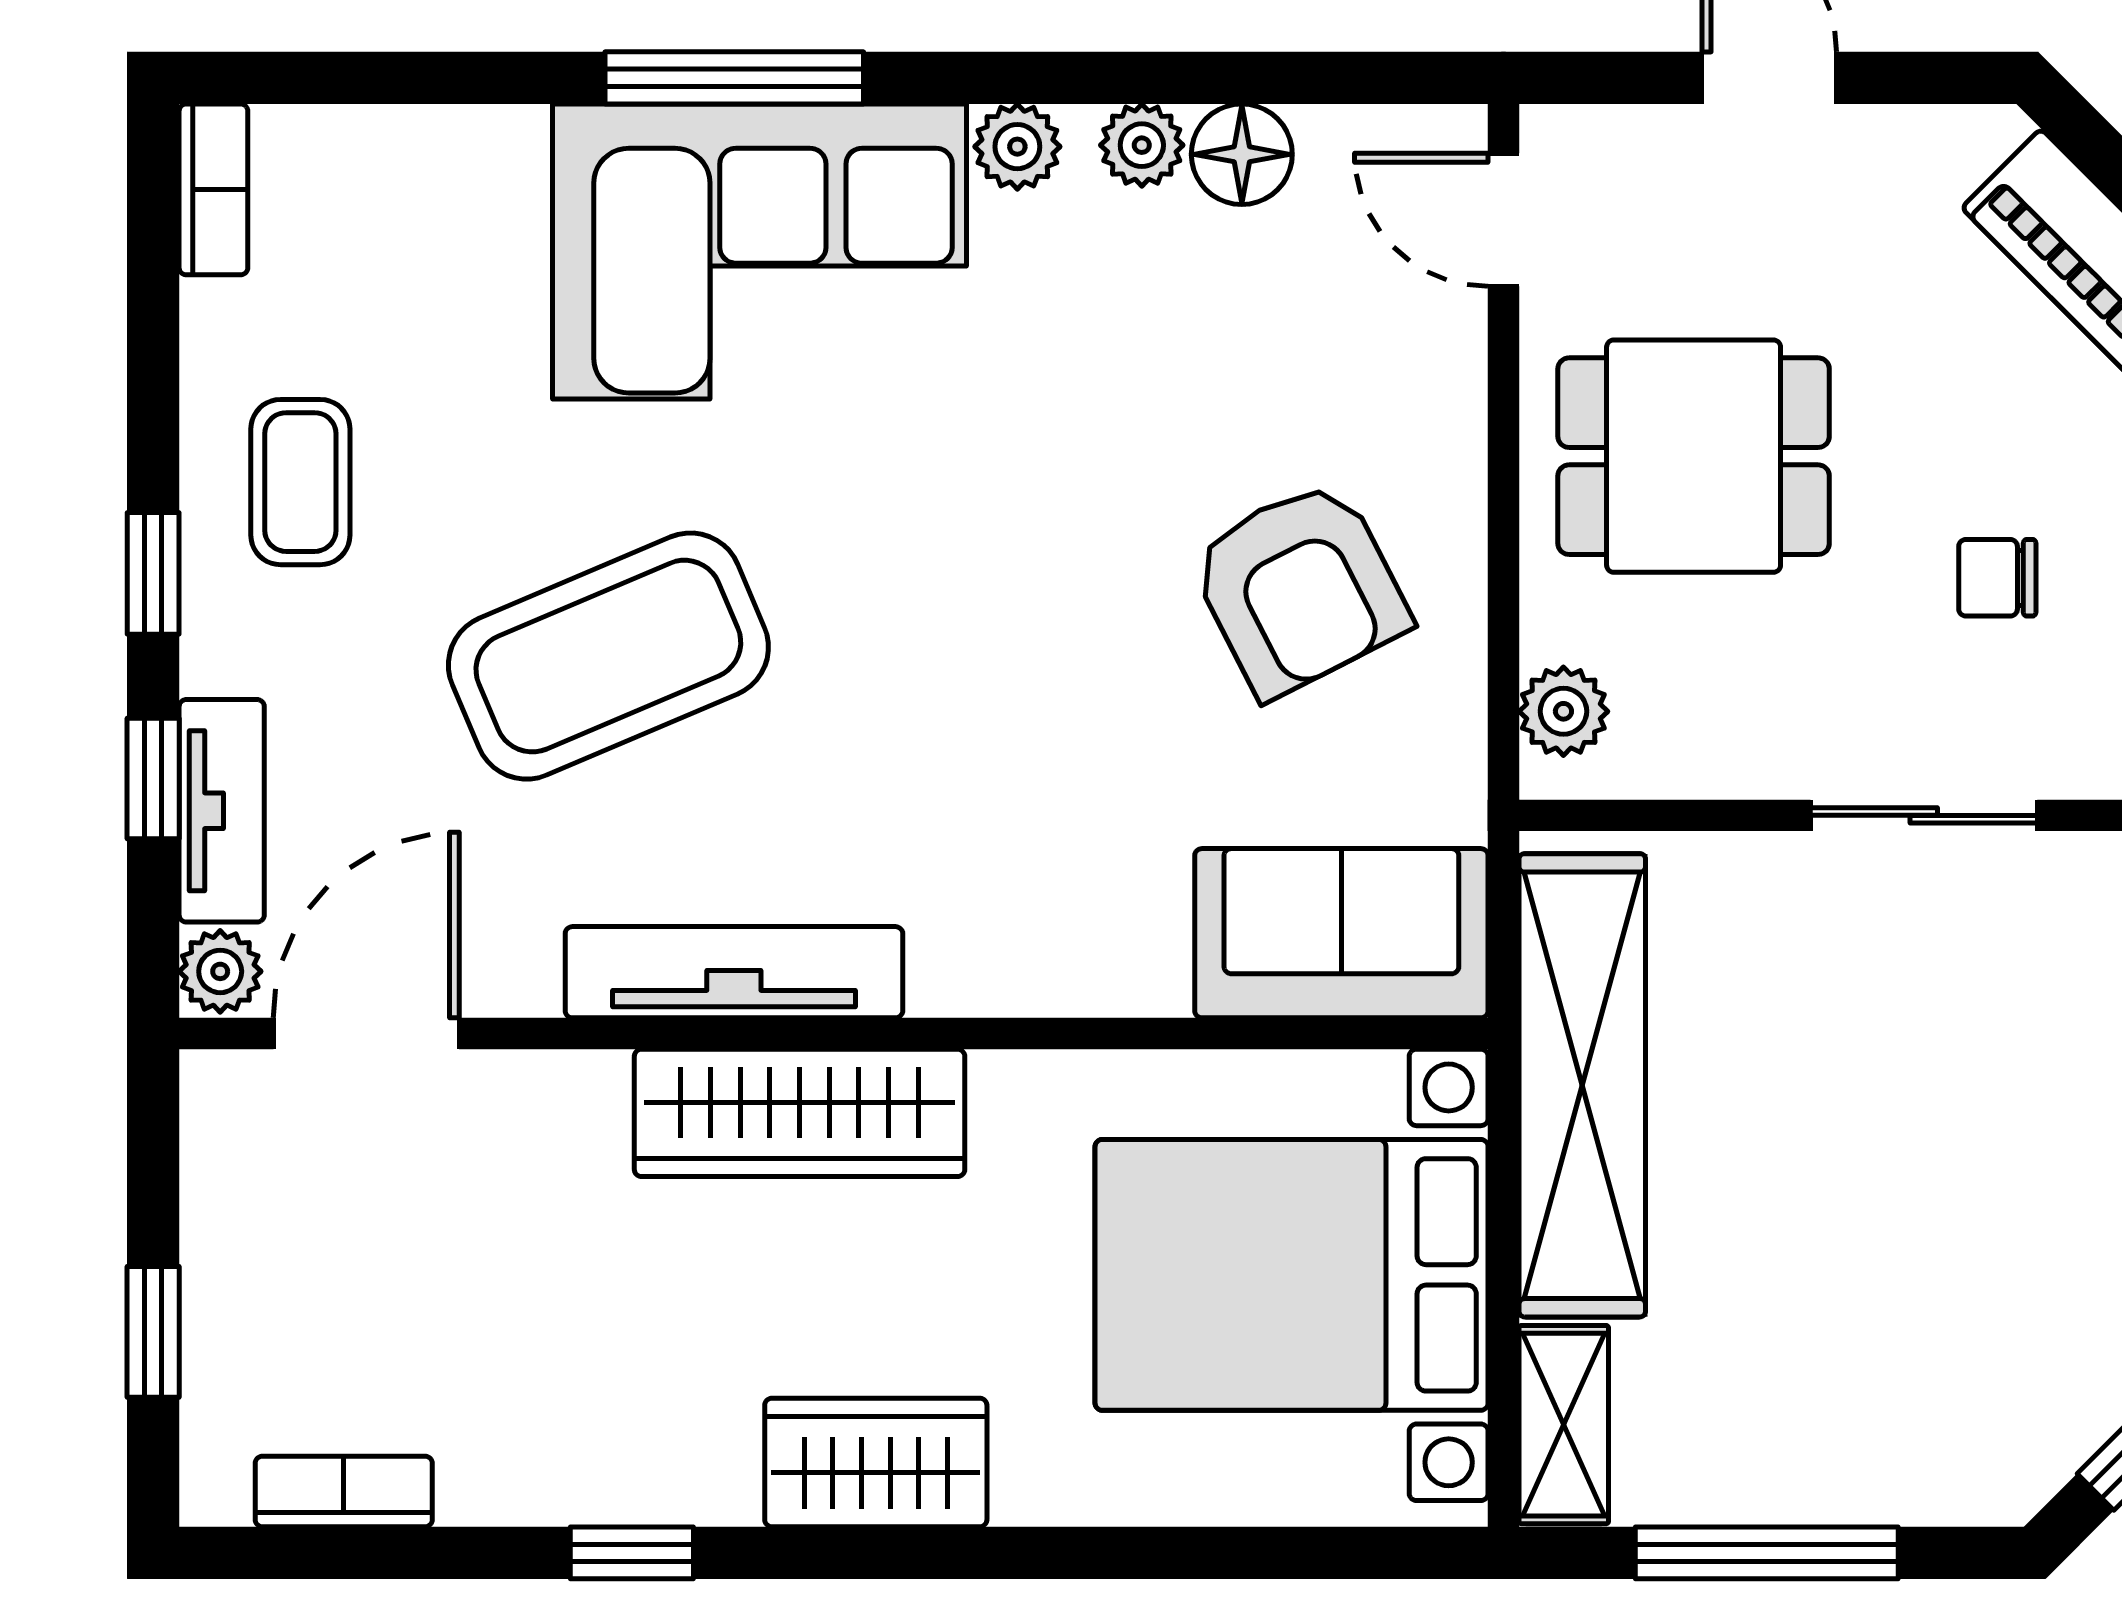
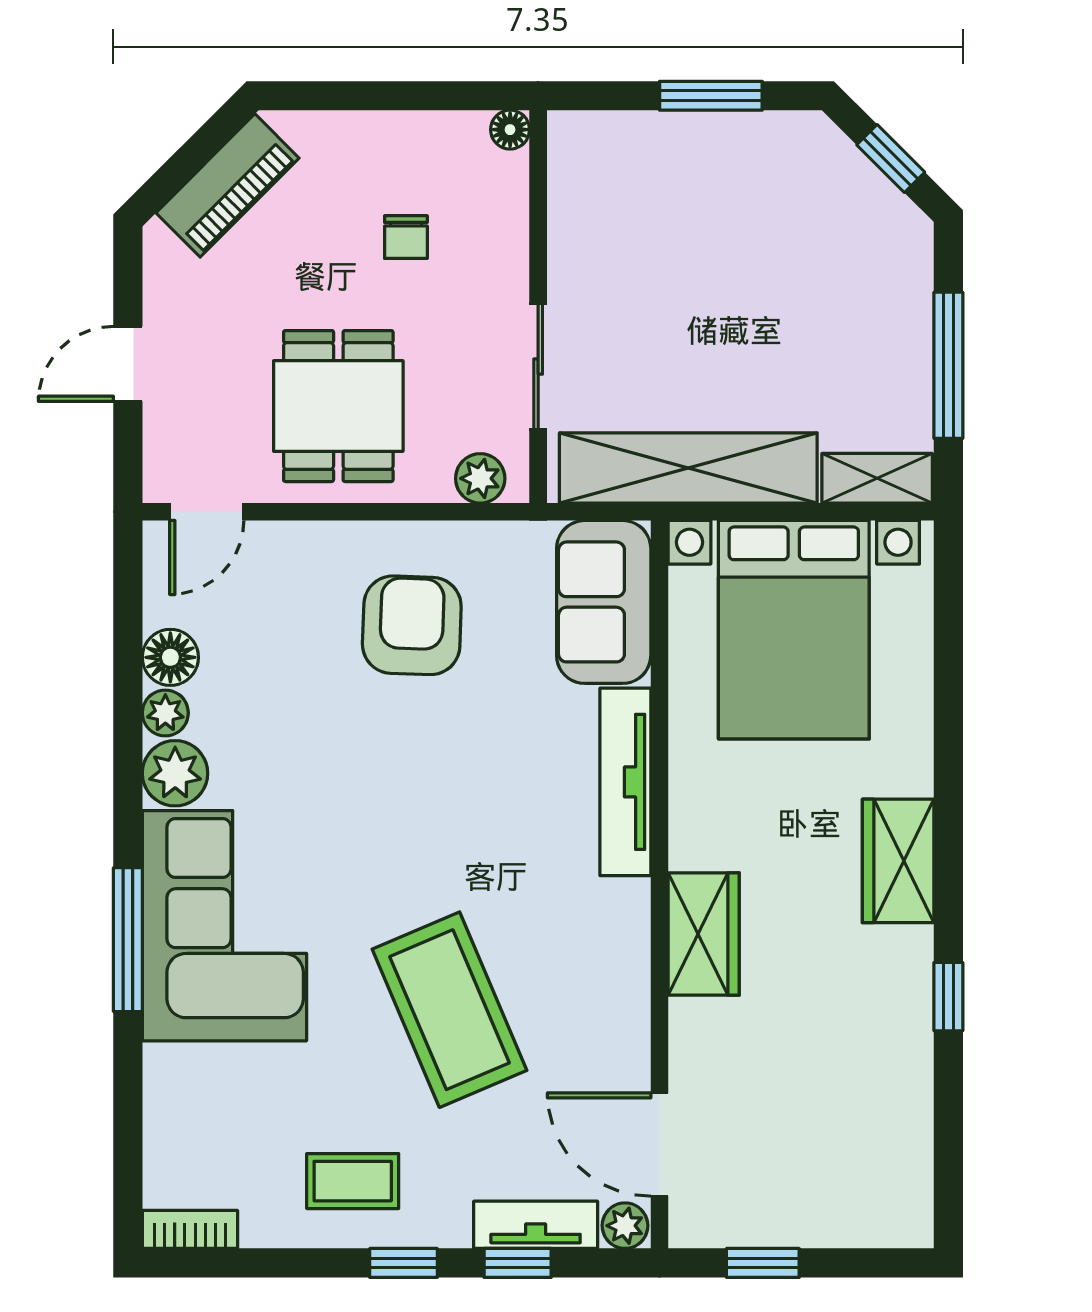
plant: (1017, 147) -> (175, 773), width x1.38, depth x1.38
armchair: (1299, 588) -> (412, 625), turned -61
sliding door: (1924, 815) -> (538, 367), moved
tv unit: (734, 972) -> (625, 782), moved
wardrobe: (800, 1113) -> (704, 934), width x0.67
window: (153, 1332) -> (763, 1263), moved
bookcase: (344, 1491) -> (914, 1157), removed

